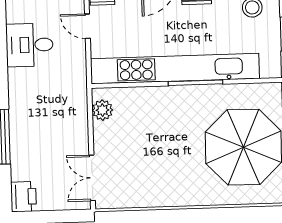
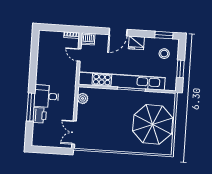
desk: (30, 45) -> (46, 96), moved
printer: (23, 197) -> (40, 115), moved

